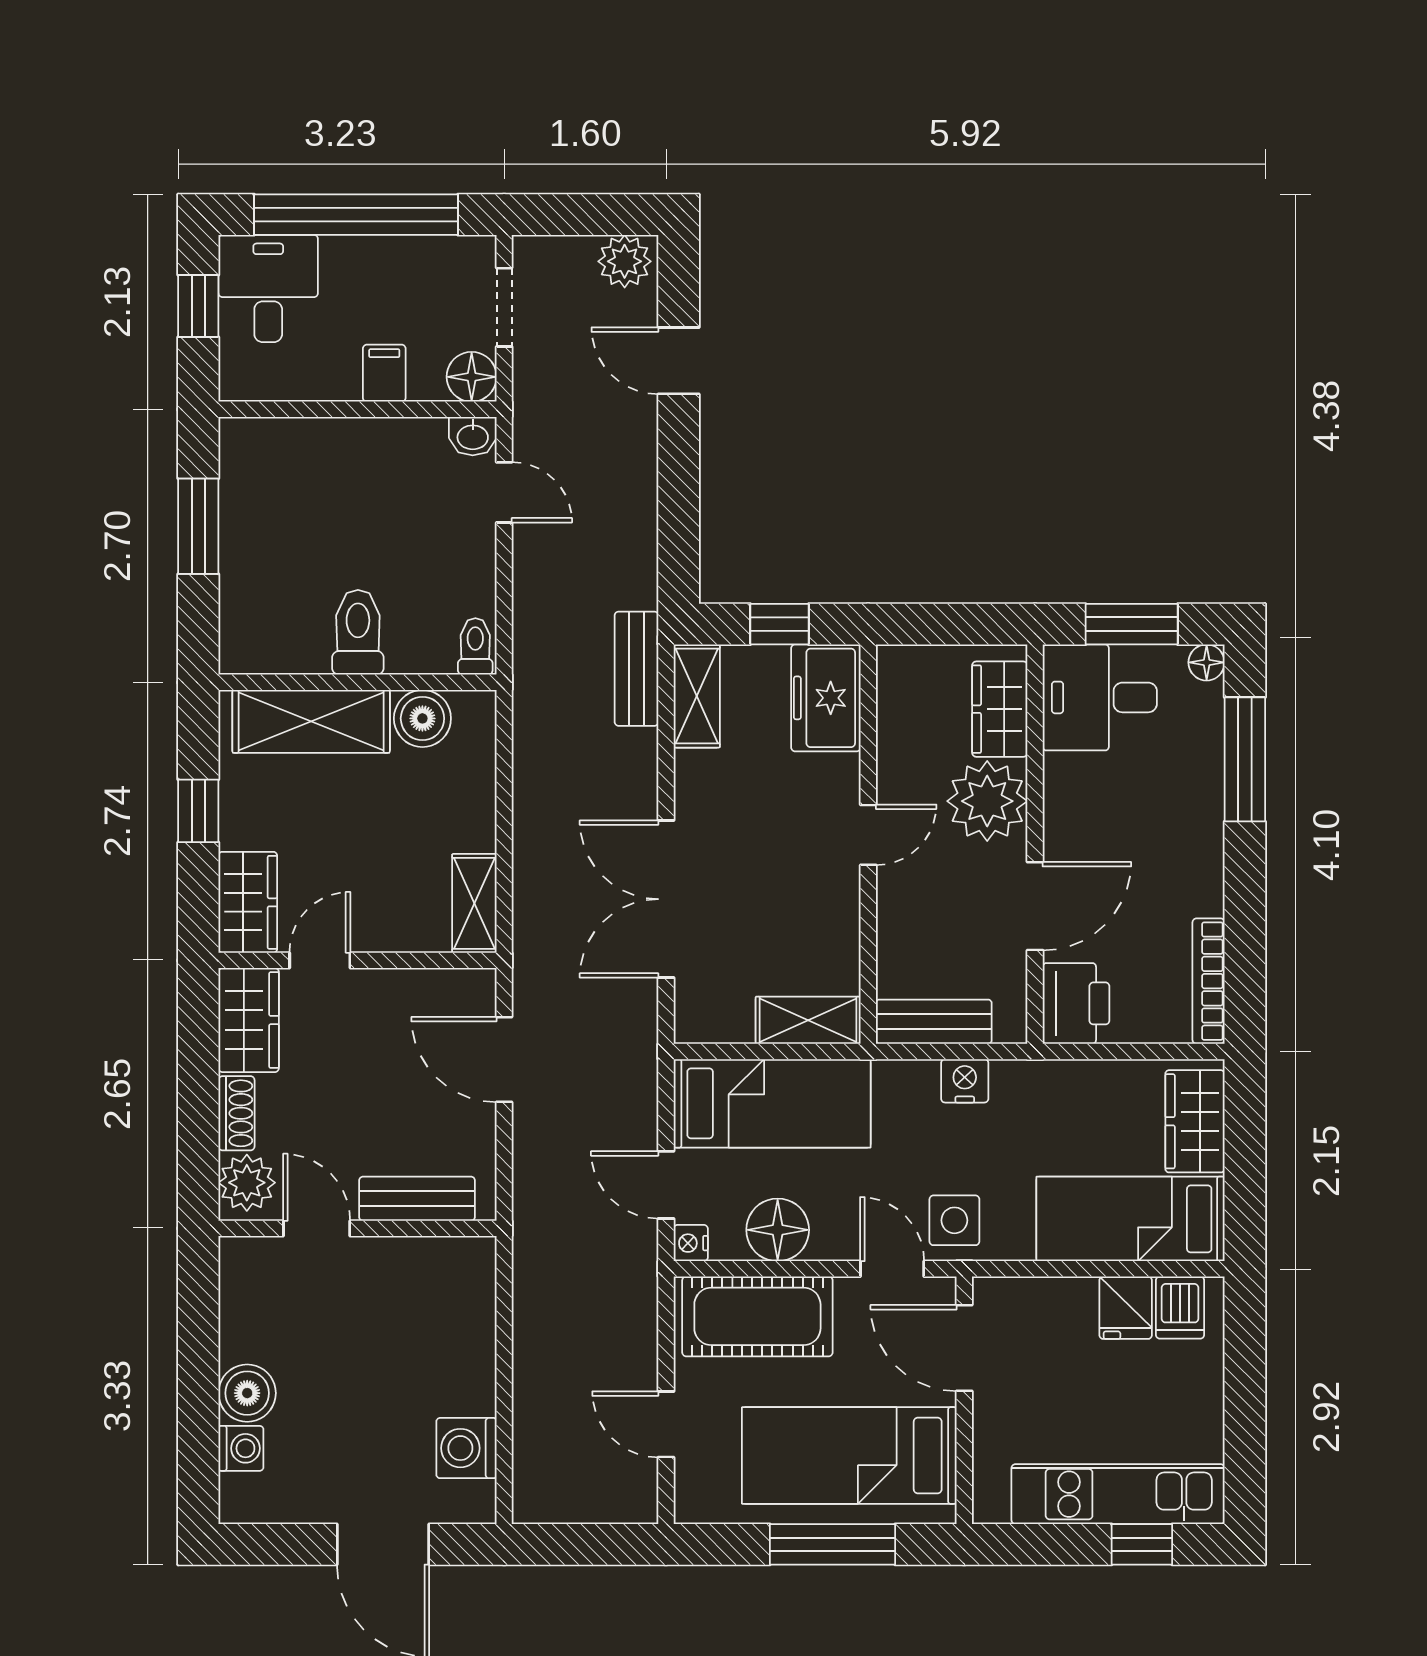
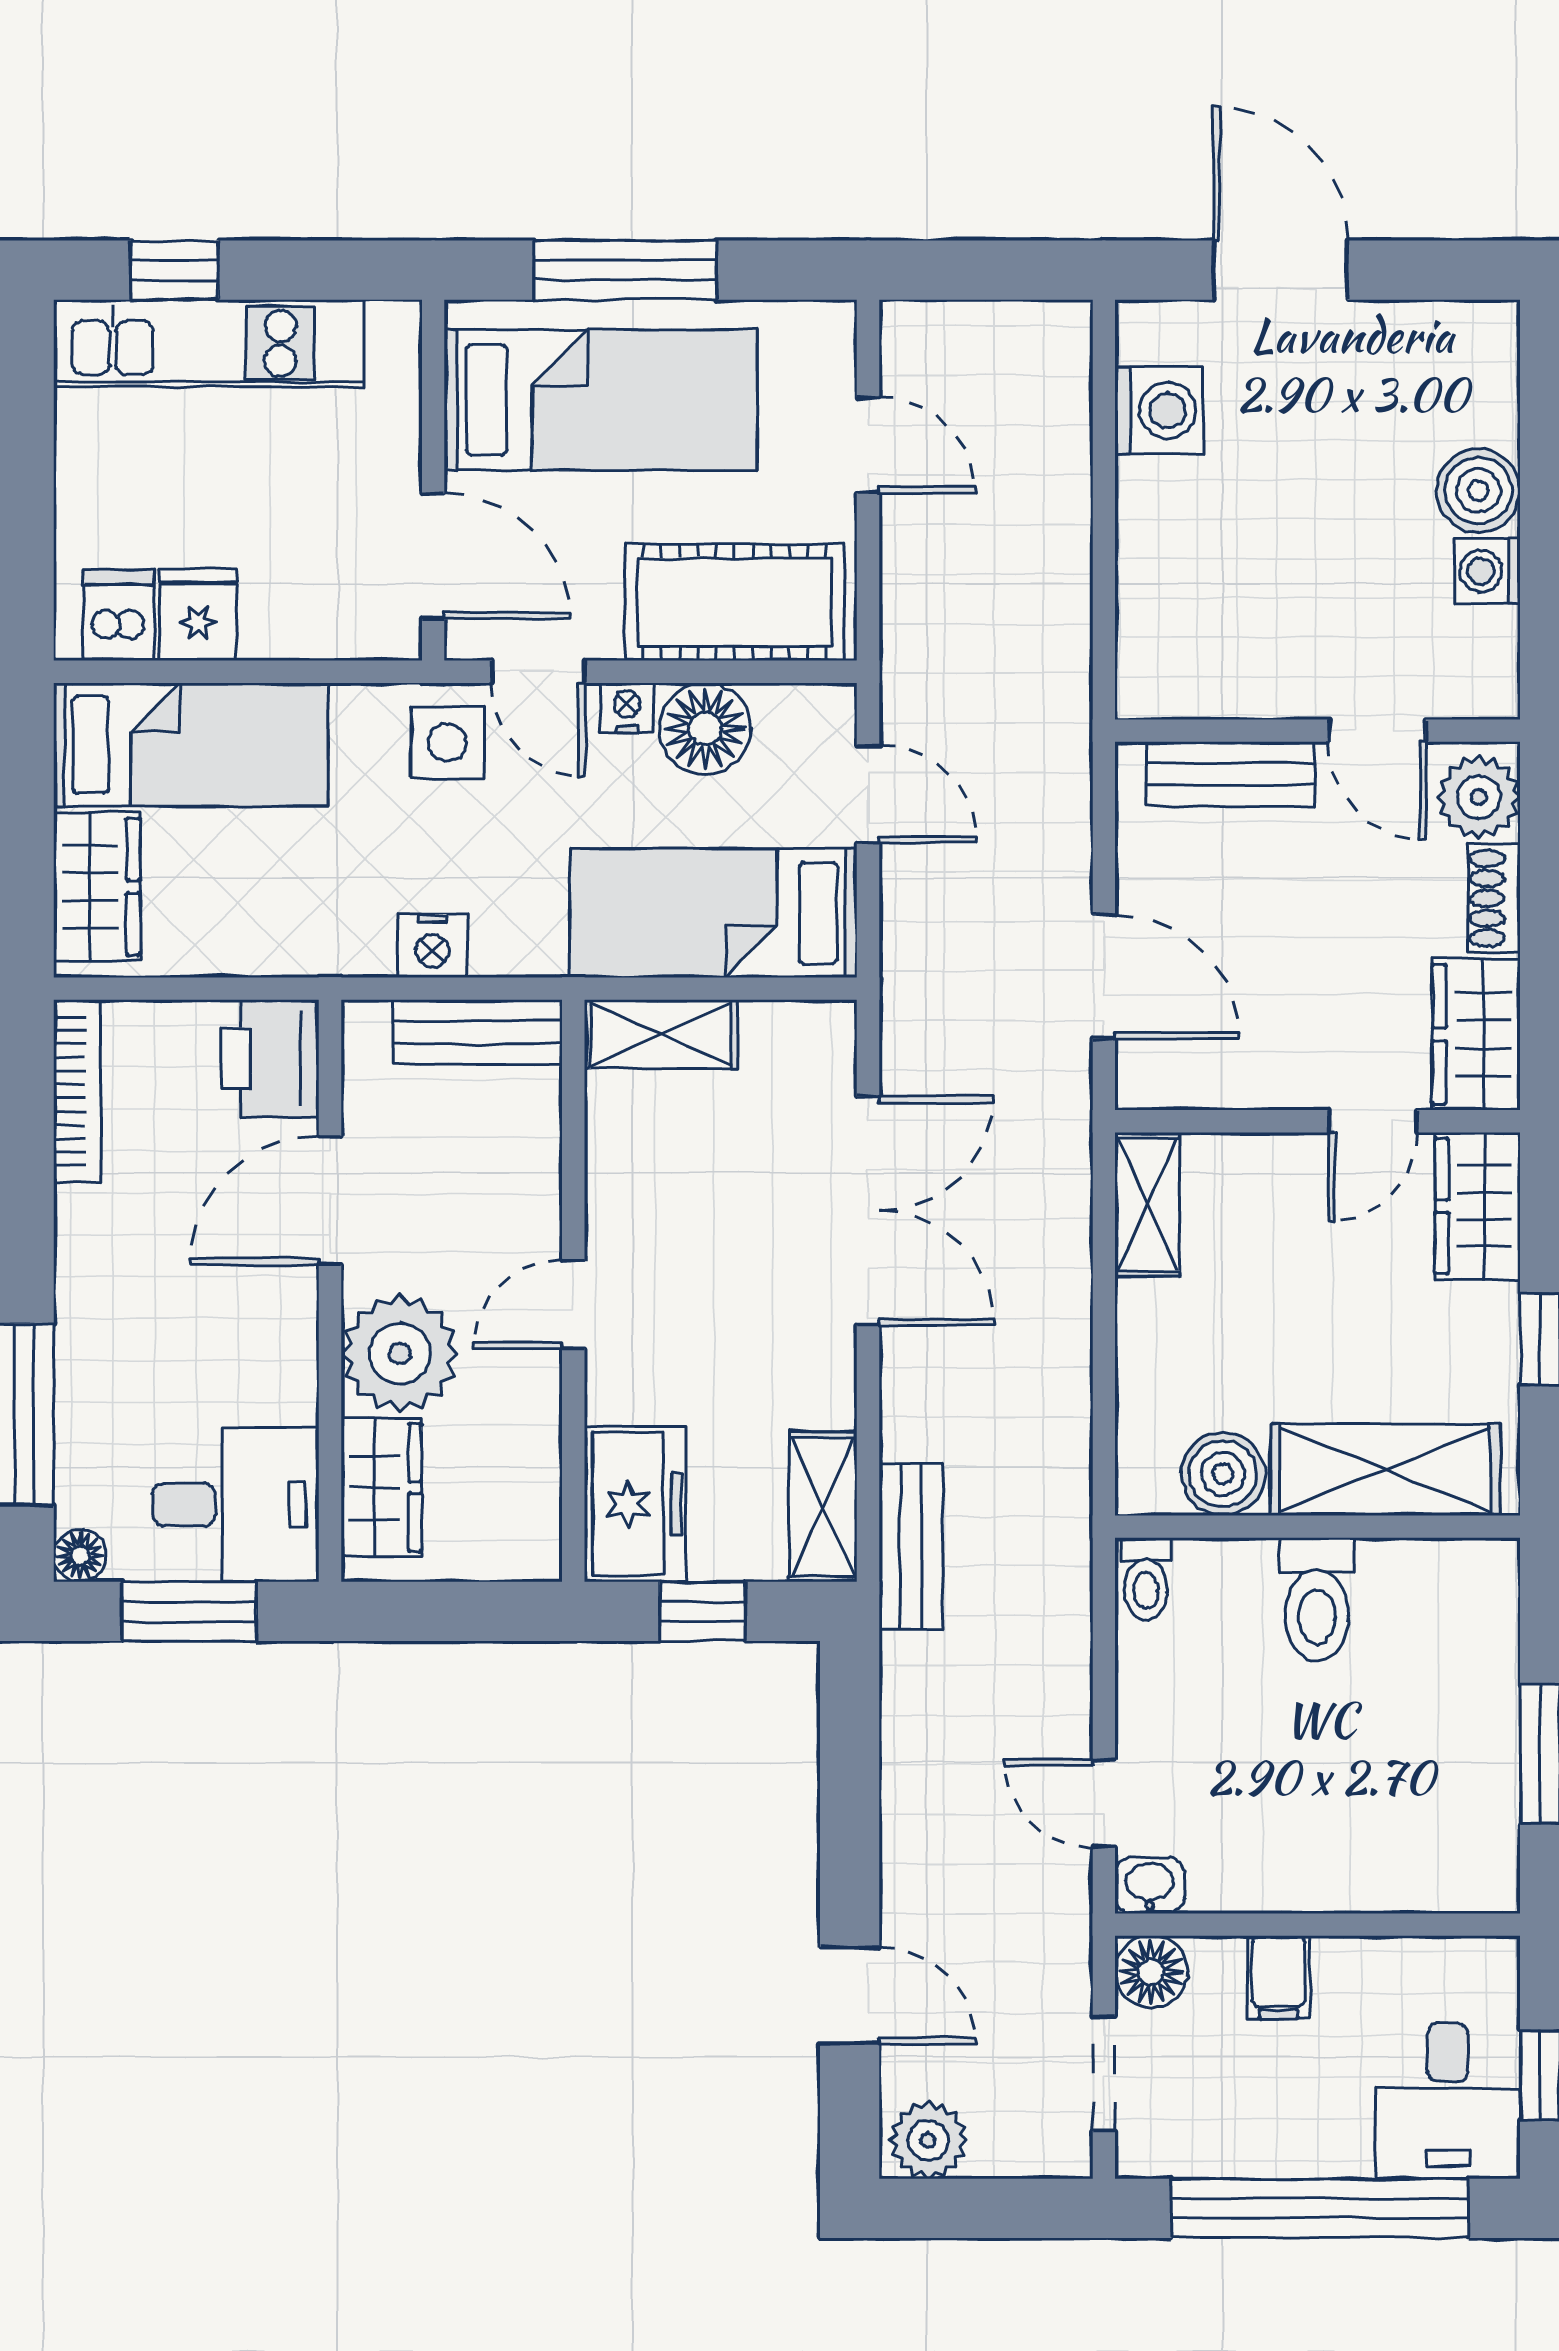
nightstand: (691, 1243) -> (627, 708), moved, turned -90
washing machine: (241, 1448) -> (1487, 571), moved

